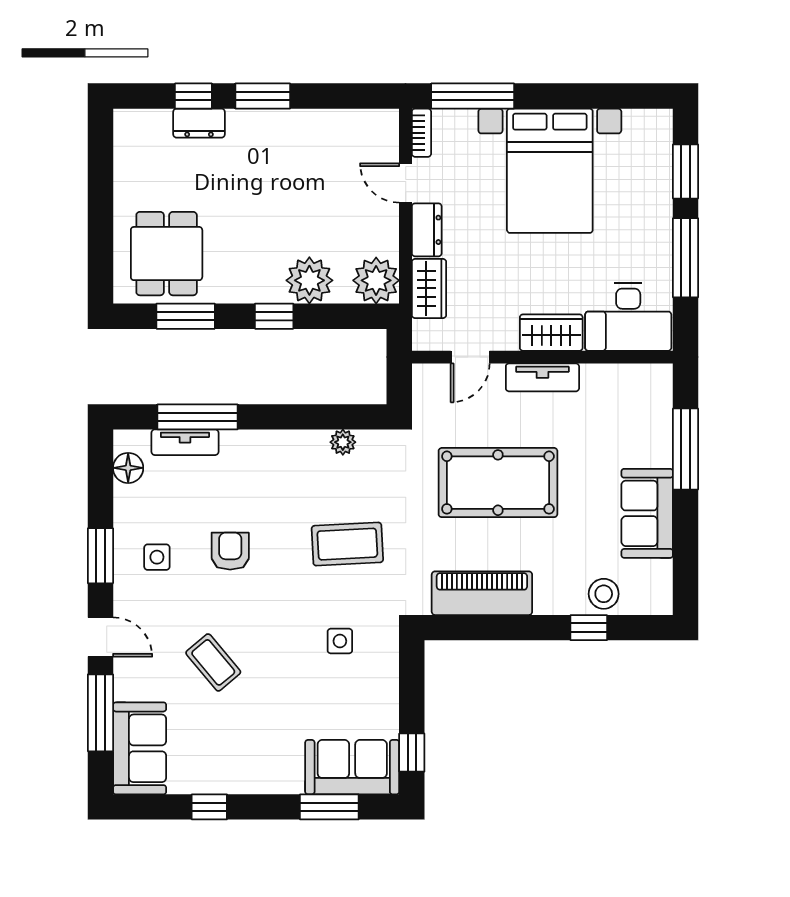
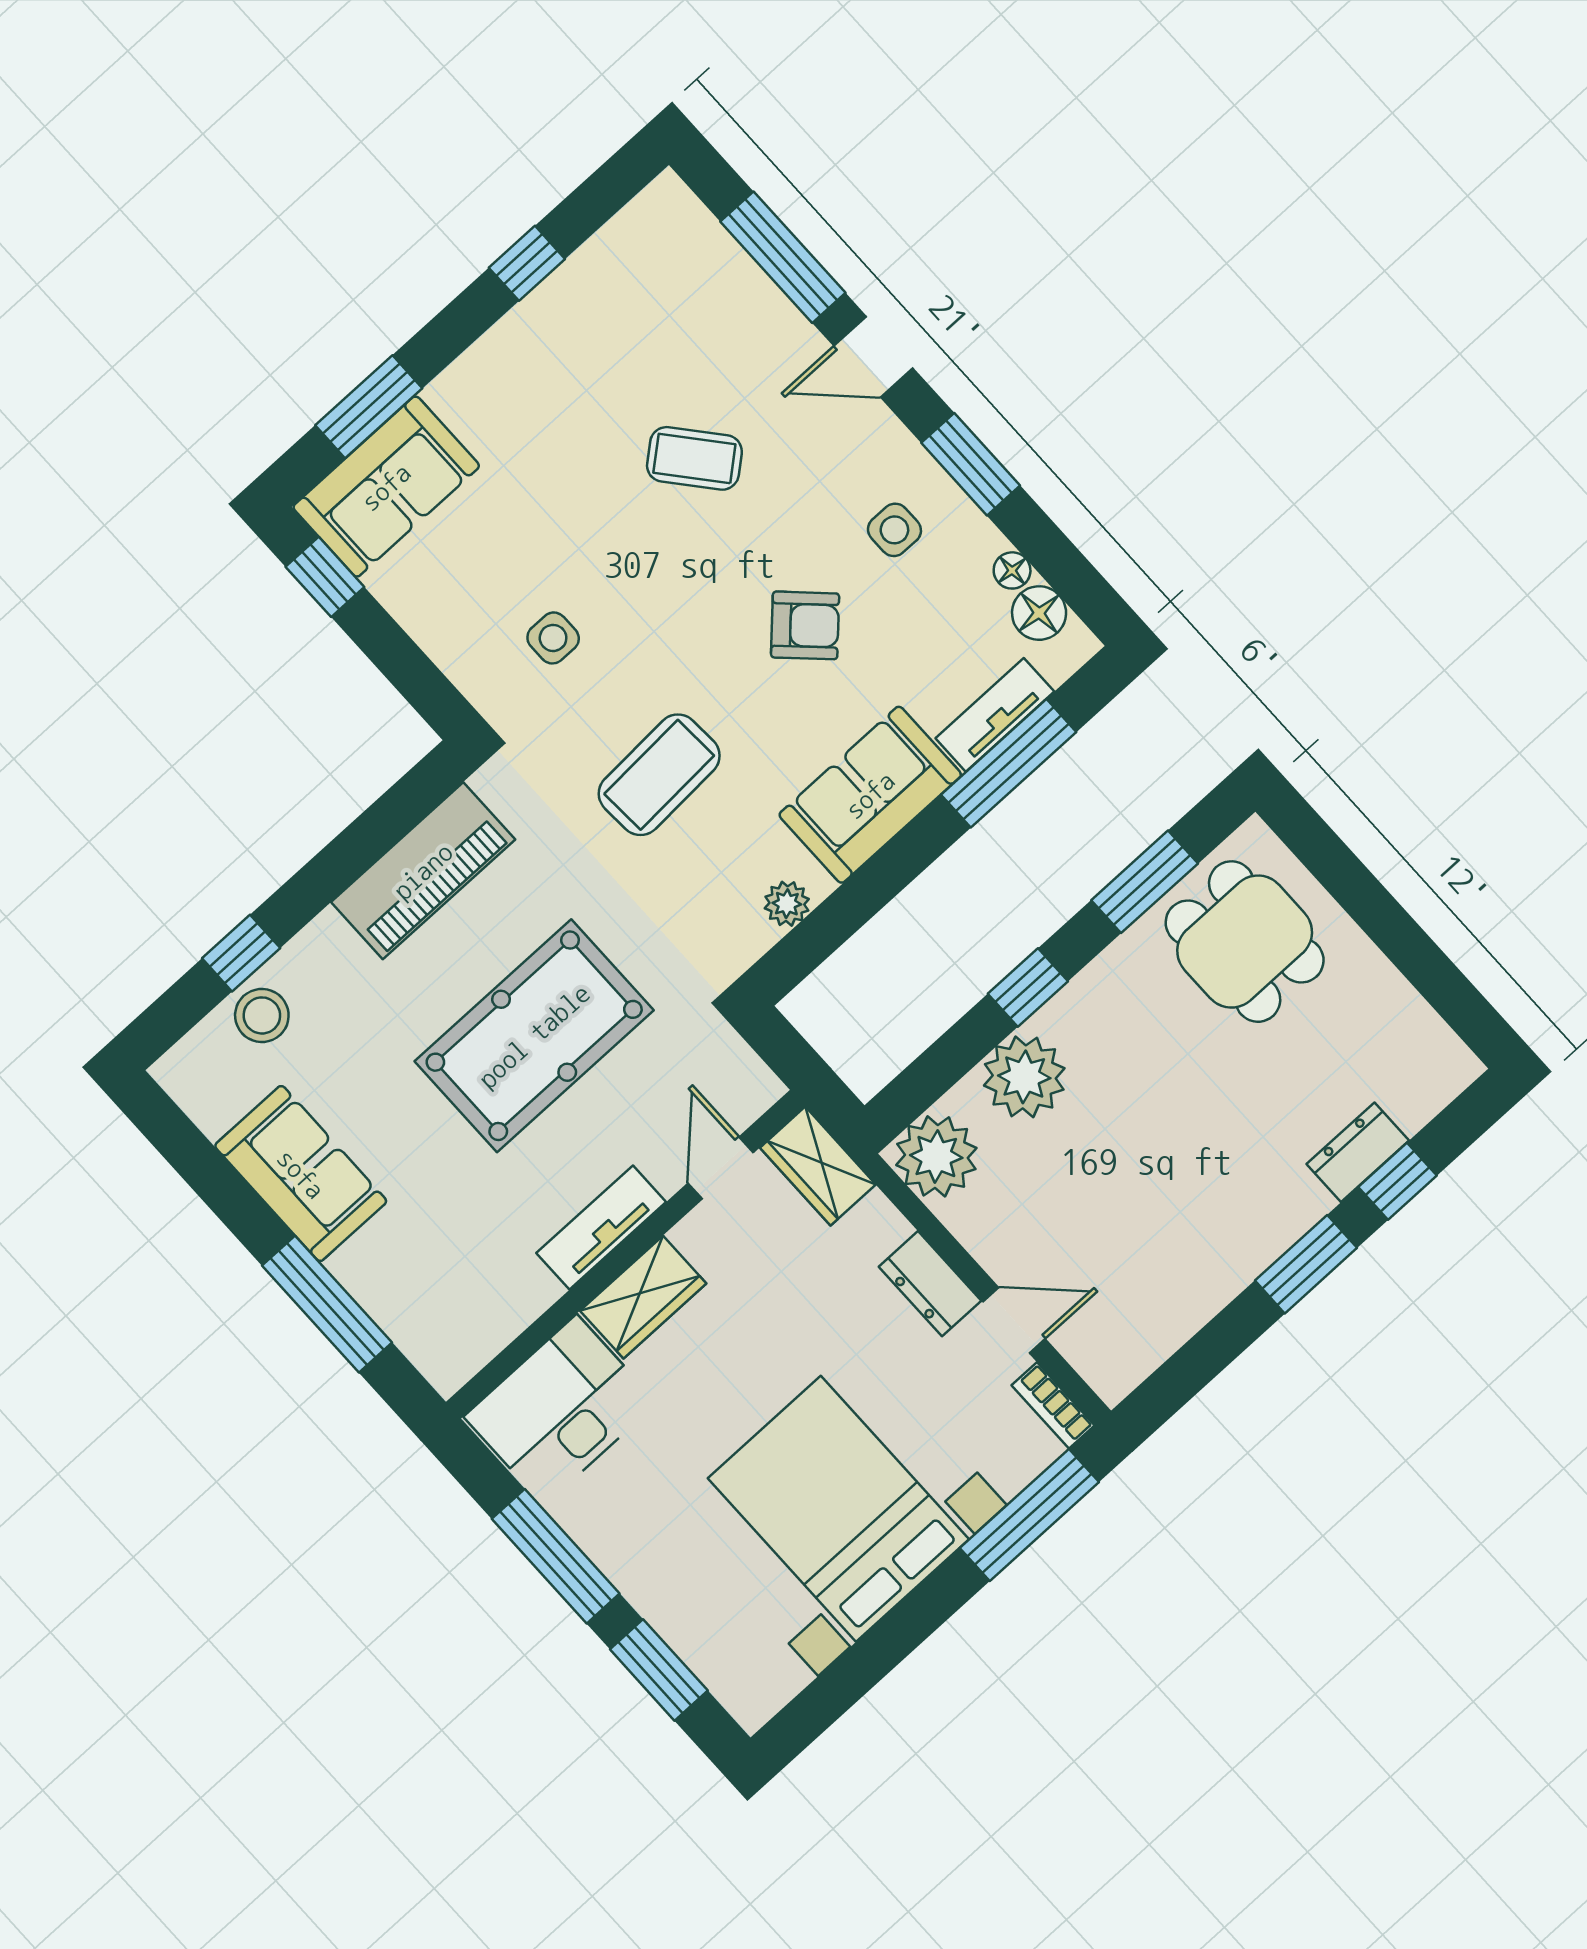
wardrobe: (429, 288) -> (818, 1166), moved
floor lamp: (123, 496) -> (1012, 570), added
armchair: (230, 551) -> (805, 625), turned -46
sofa: (140, 748) -> (870, 795), moved, turned 90

